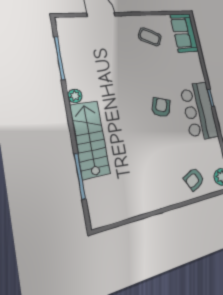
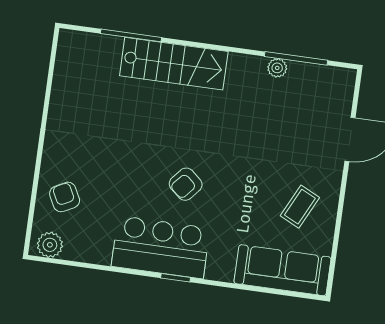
sofa: (184, 33) -> (282, 270), width x1.36
plant: (75, 96) -> (277, 68), moved
armchair: (161, 107) -> (186, 184), turned 113

